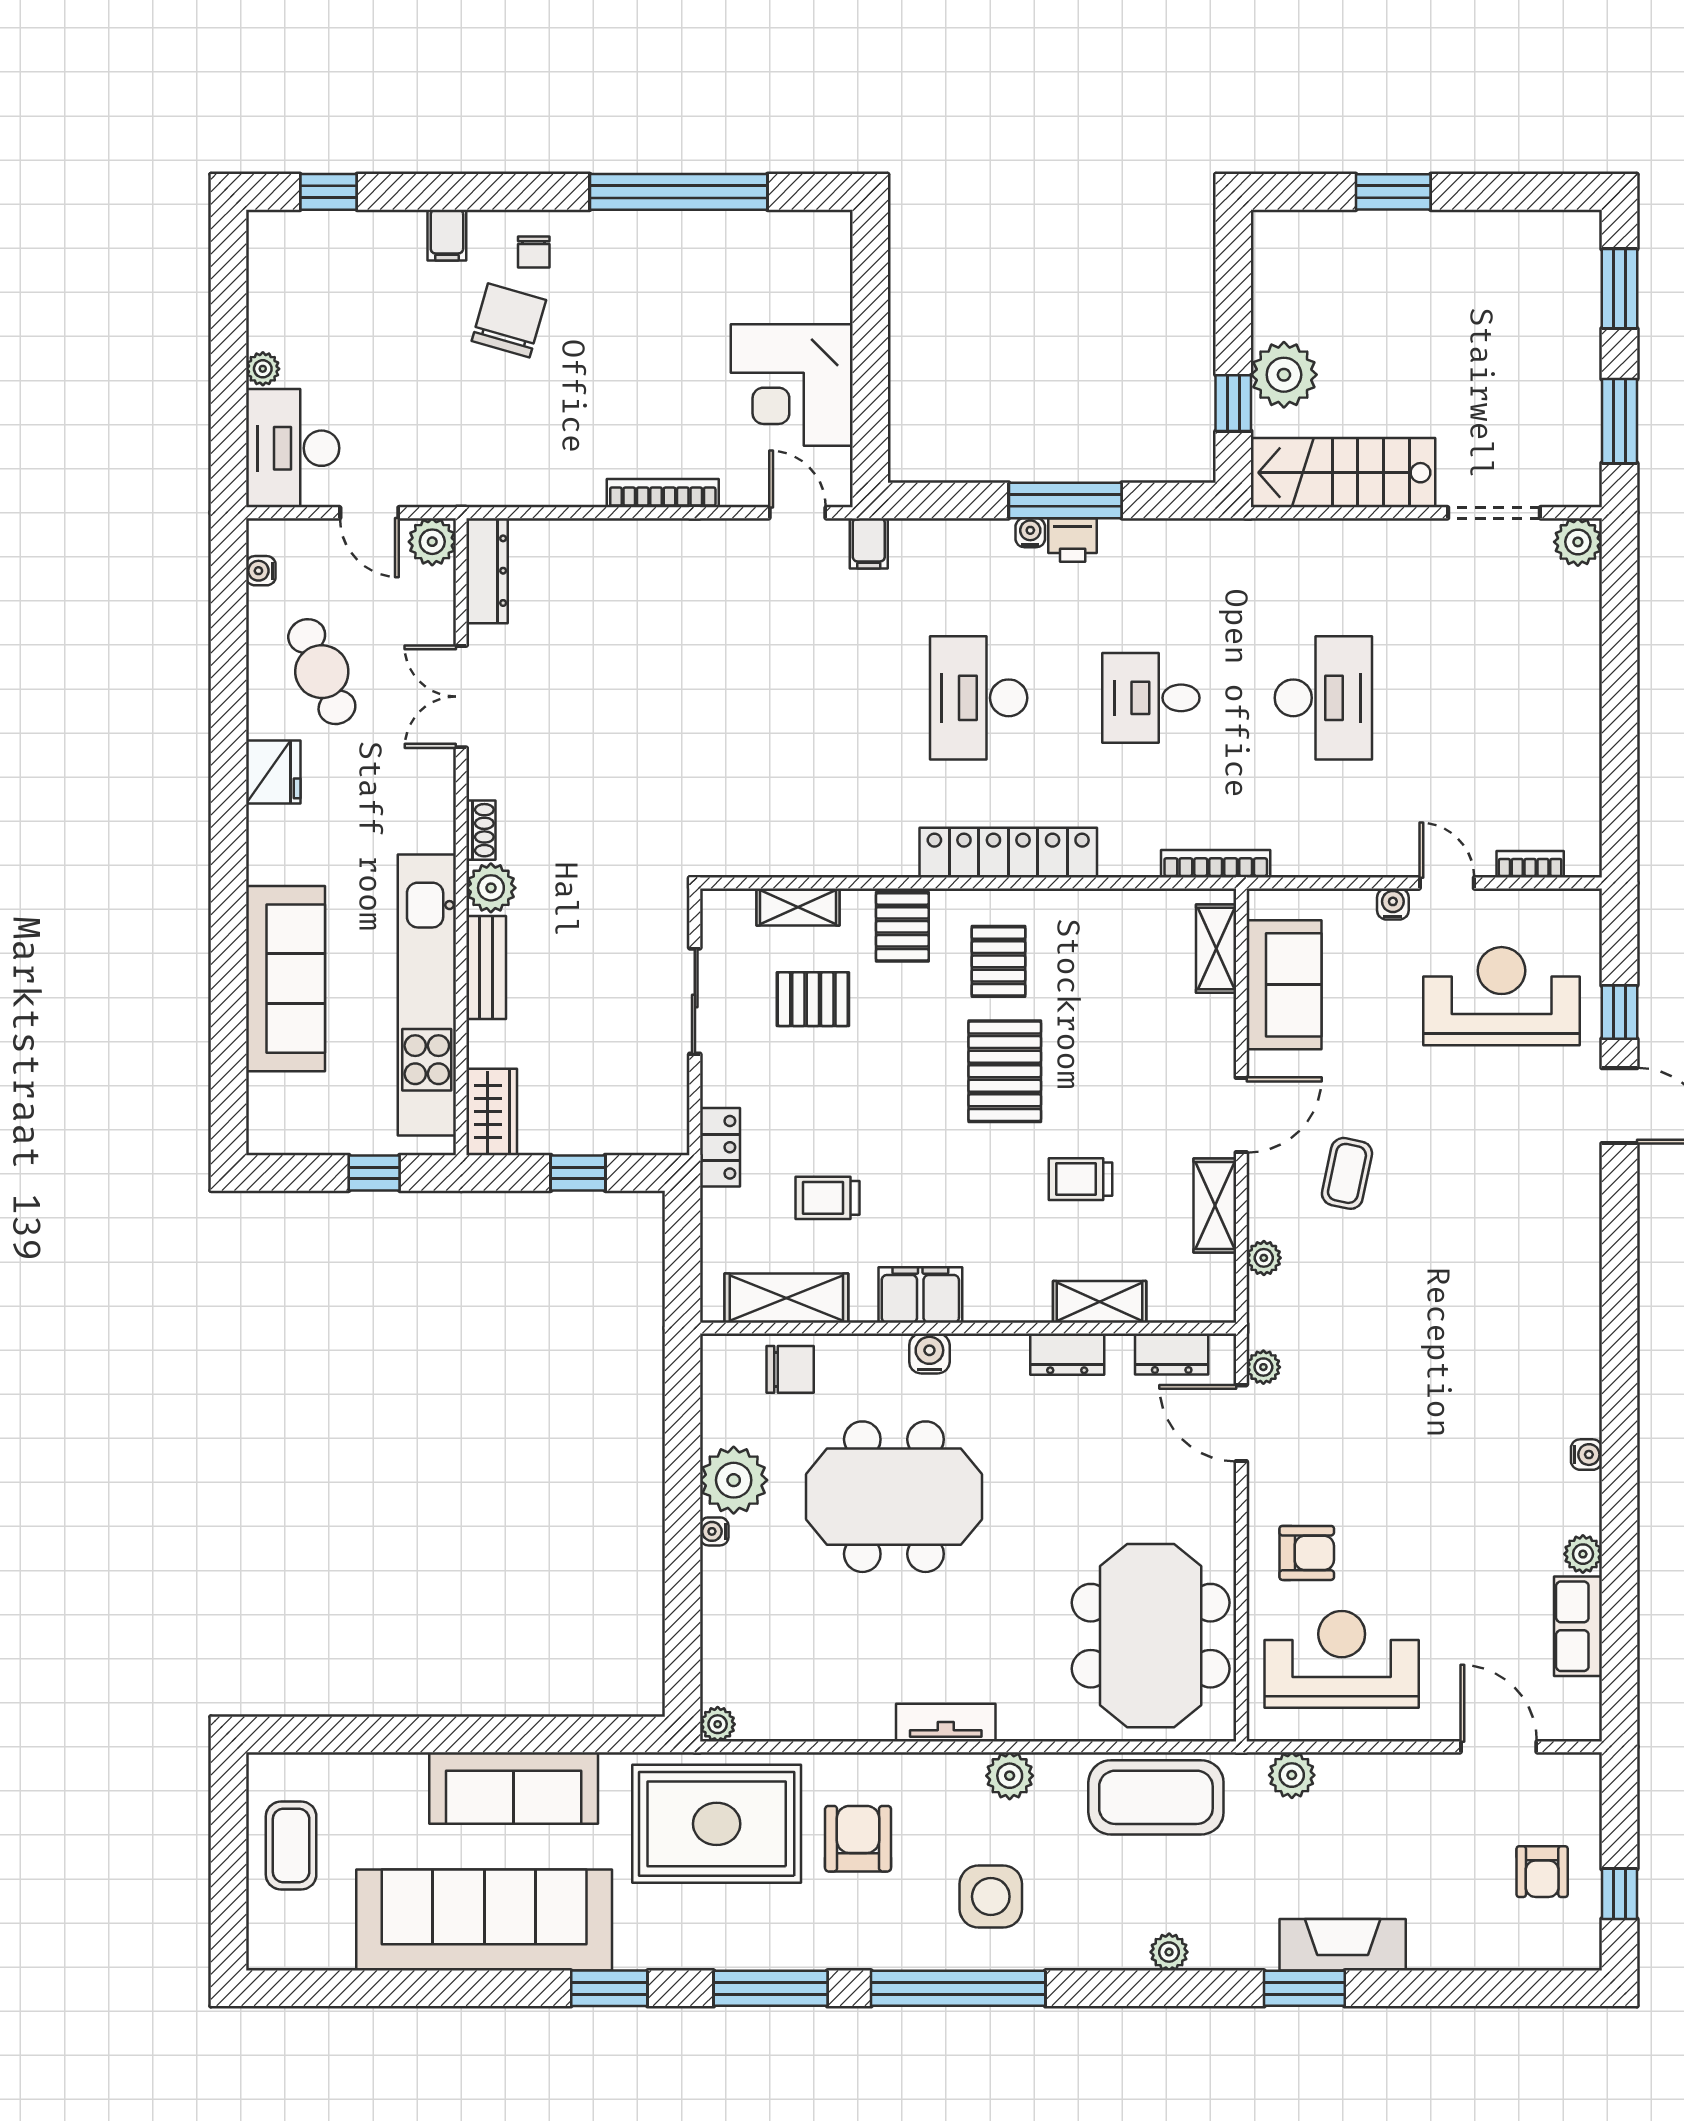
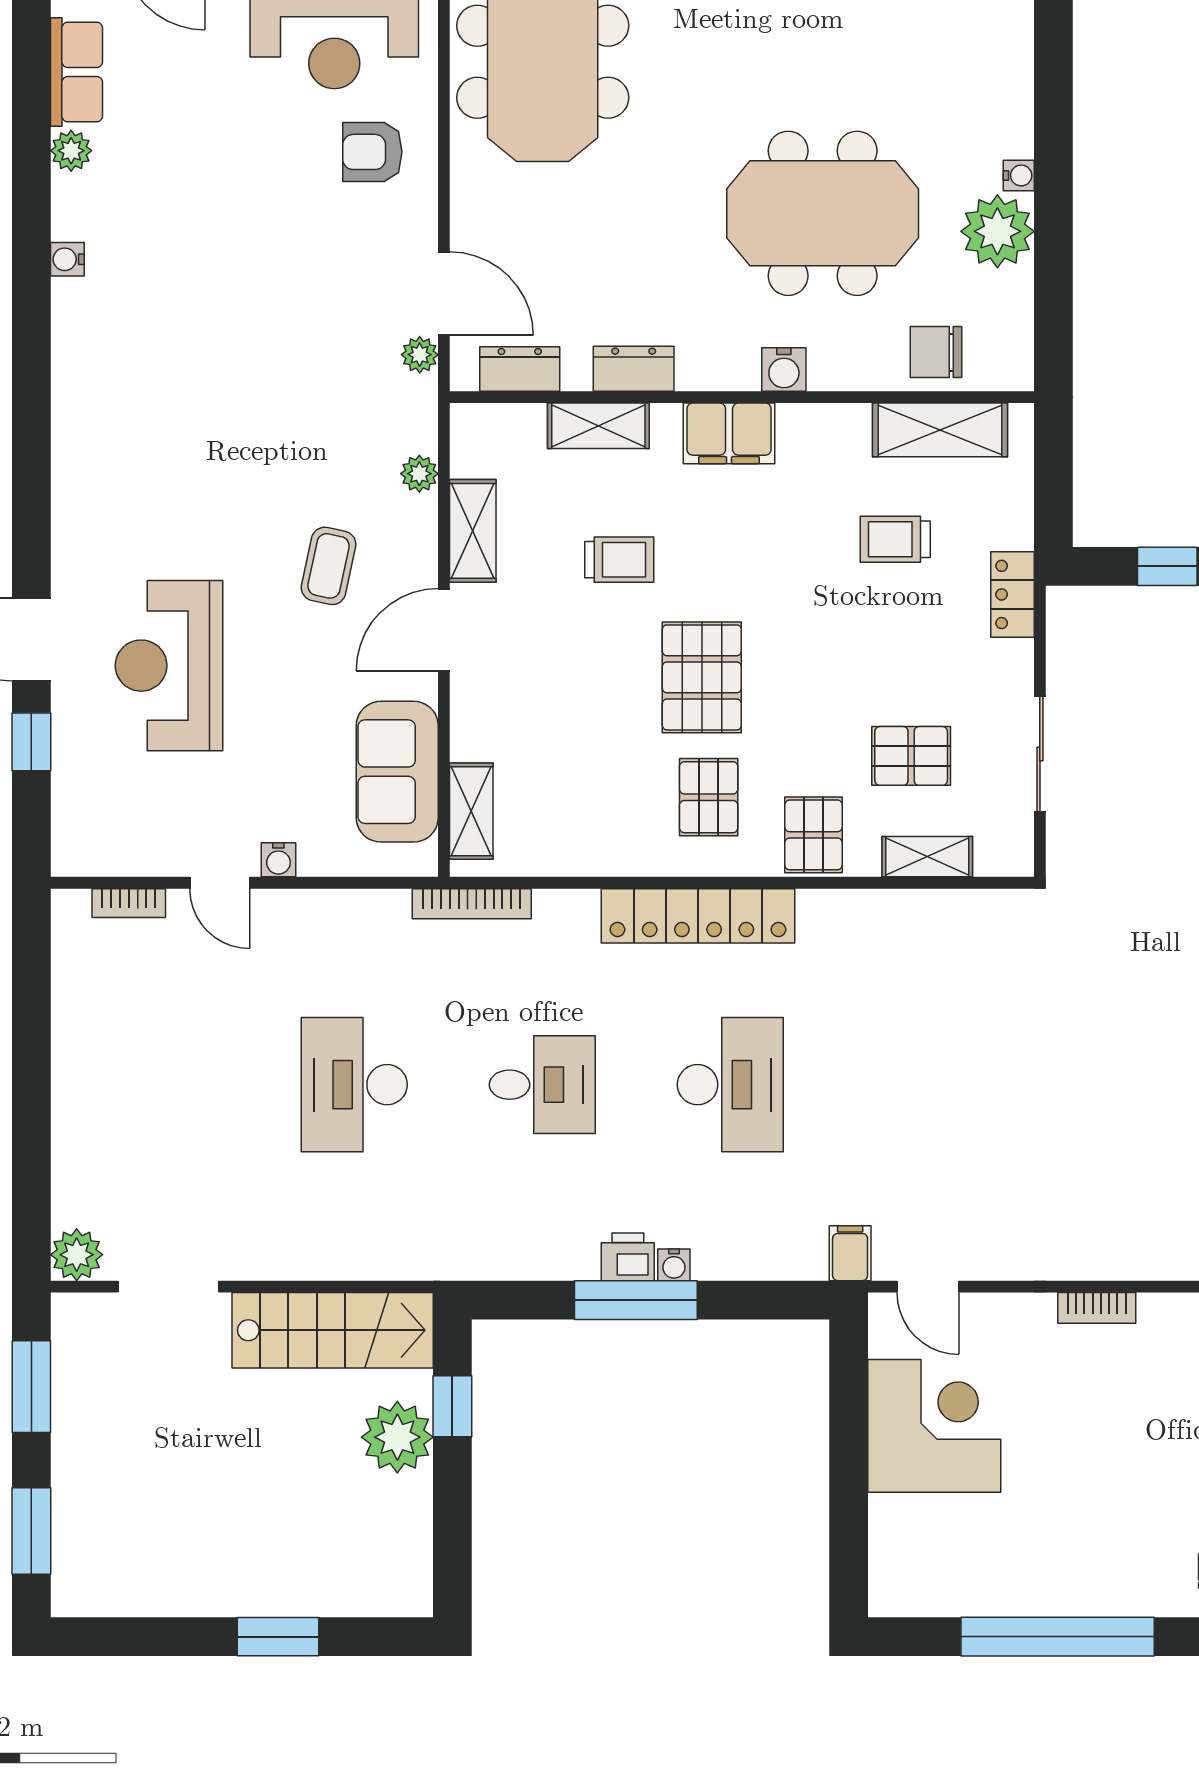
bookcase: (663, 493) -> (1097, 1308), width x0.64
reception desk: (1502, 996) -> (169, 666), moved, turned 90
trolley: (827, 1198) -> (895, 539), turned 180
filing cabinet: (920, 1295) -> (729, 433), moved

